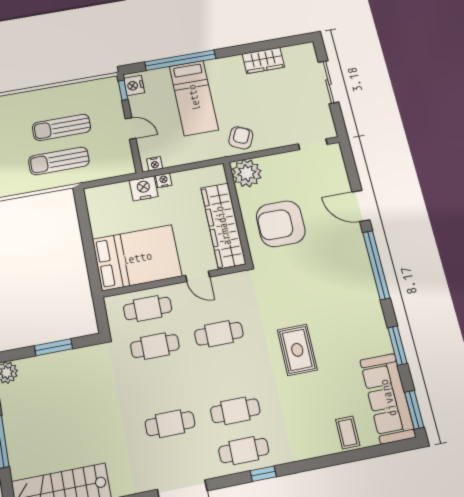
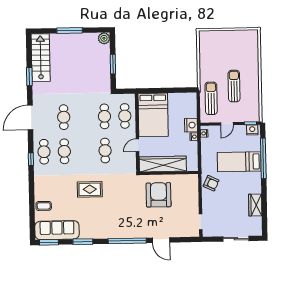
sun lounger: (59, 161) -> (211, 98), moved
plant: (247, 173) -> (190, 182), removed
door: (361, 206) -> (161, 240), swing flipped

